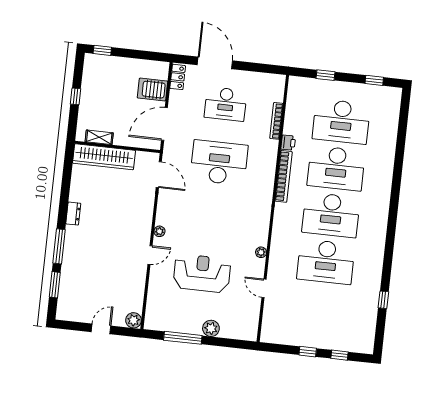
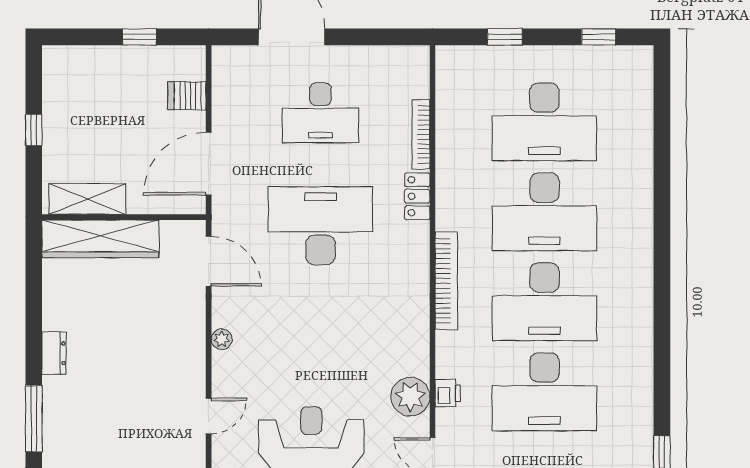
window: (102, 50) -> (139, 37), moved
locker: (178, 77) -> (417, 196), moved, turned 180
server rack: (152, 90) -> (187, 96), width x0.73, depth x0.70
shelving: (99, 137) -> (87, 199), width x1.50, depth x1.33
printer: (288, 143) -> (448, 393), moved
bookcase: (284, 176) -> (446, 281), moved
plant: (159, 231) -> (222, 339), moved
plant: (261, 252) -> (410, 397), width x1.88, depth x1.88

